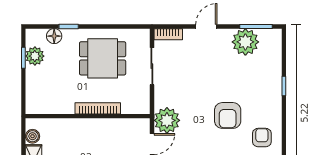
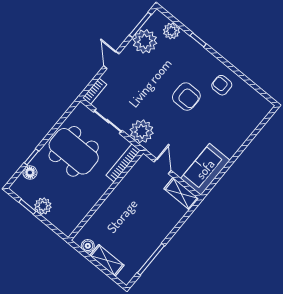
plant: (35, 56) -> (43, 206), moved
plant: (273, 57) -> (172, 31), added
dining table: (103, 58) -> (74, 151), width x1.38
bookcase: (98, 108) -> (123, 163), moved
plant: (167, 120) -> (142, 131), moved

